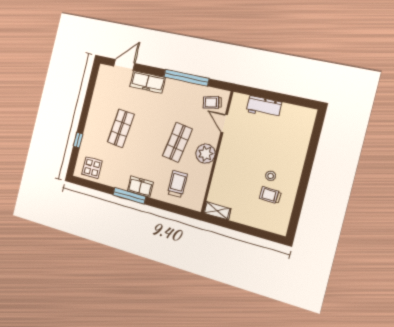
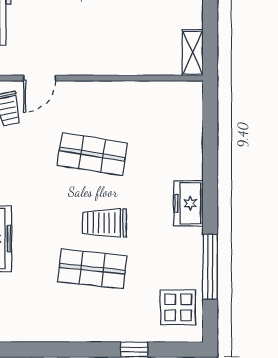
plant: (206, 154) -> (100, 98), removed
trolley: (177, 184) -> (104, 223), moved
window: (129, 196) -> (210, 267), moved

